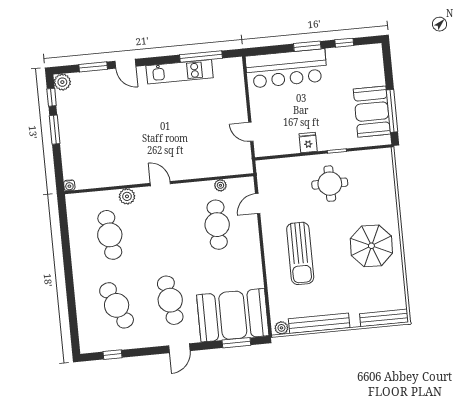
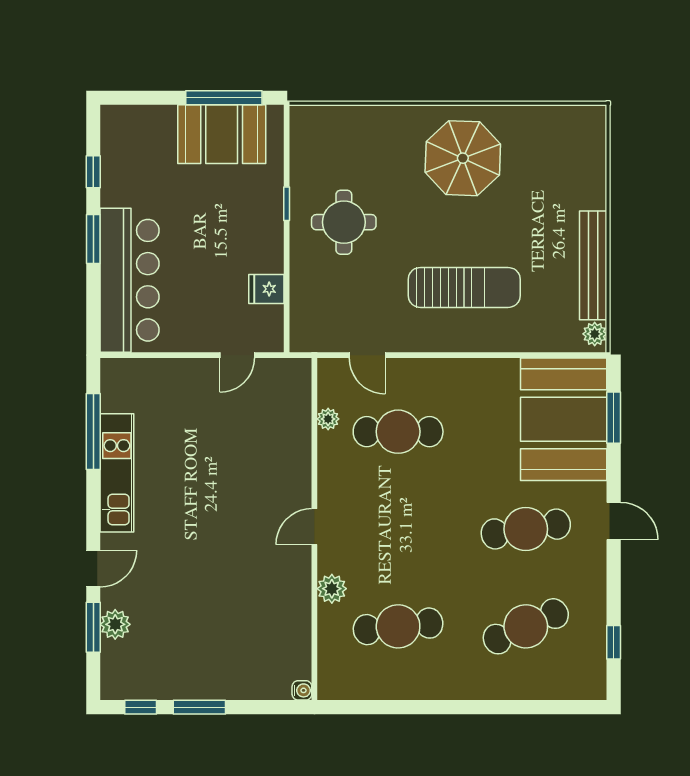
plant: (62, 82) -> (115, 624), moved
fridge: (308, 143) -> (266, 289), moved
bench: (384, 318) -> (595, 148), removed

